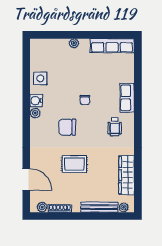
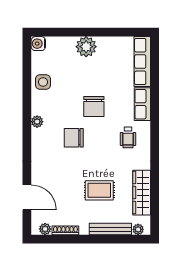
plant: (74, 43) -> (86, 47), width x1.88, depth x1.88
row of seats: (112, 46) -> (142, 62), moved, turned 90
chair: (85, 100) -> (94, 107), width x1.87, depth x1.87
water cooler: (36, 101) -> (38, 44), moved
rug: (74, 164) -> (99, 190), moved

